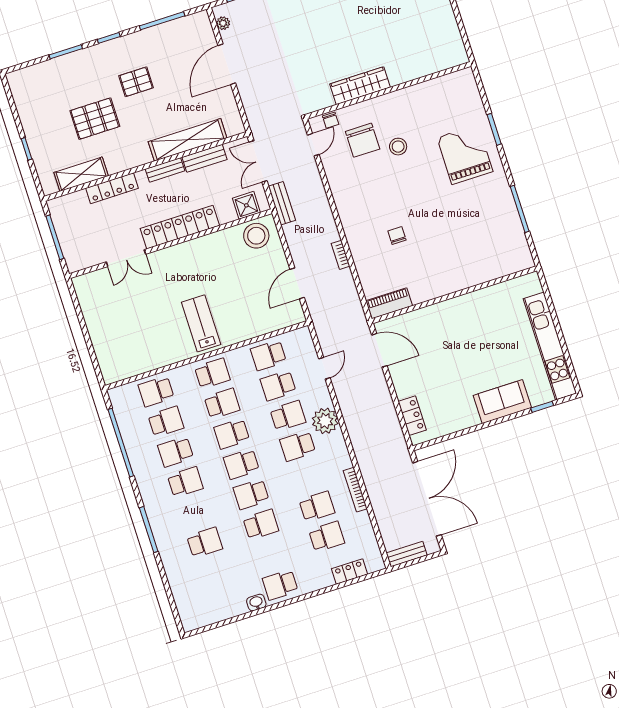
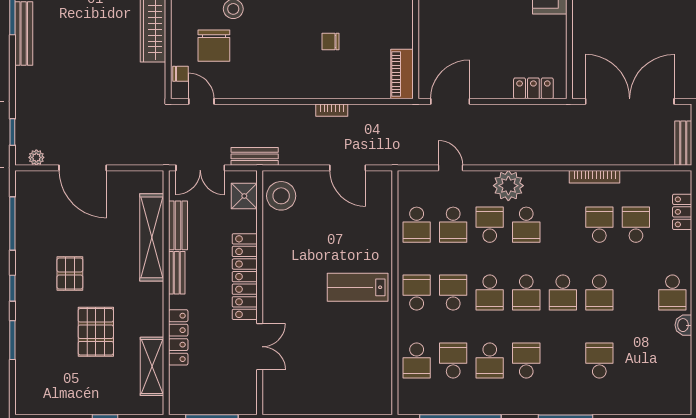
chair: (363, 140) -> (214, 46), turned 90
school desk: (261, 524) -> (599, 293), turned 180

